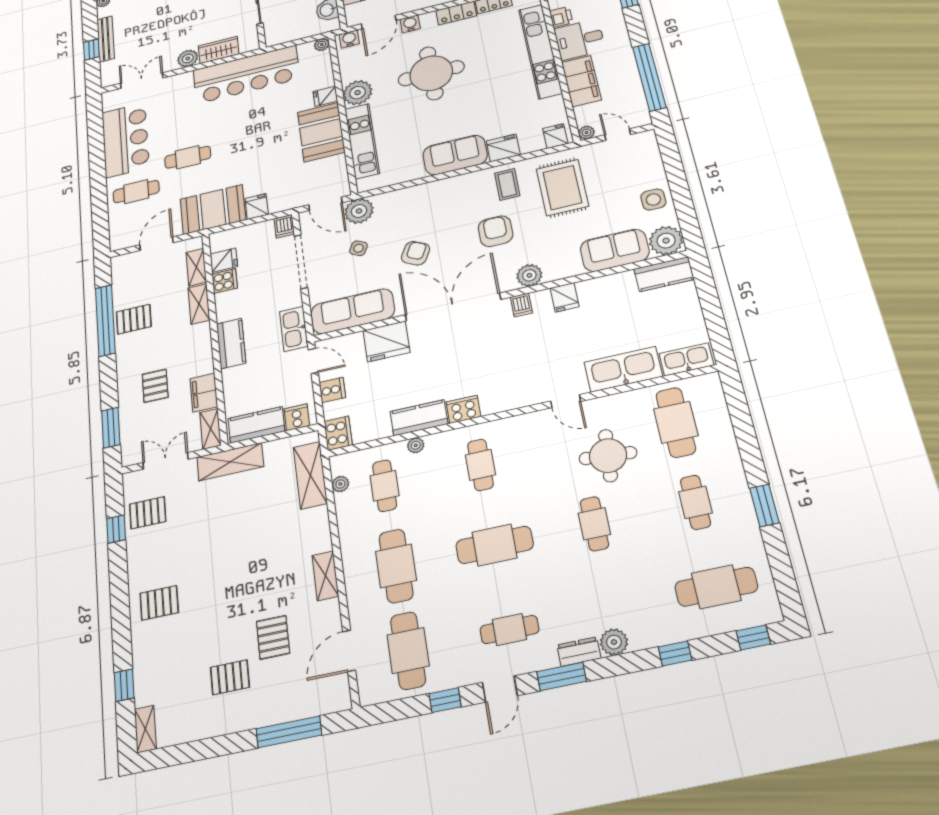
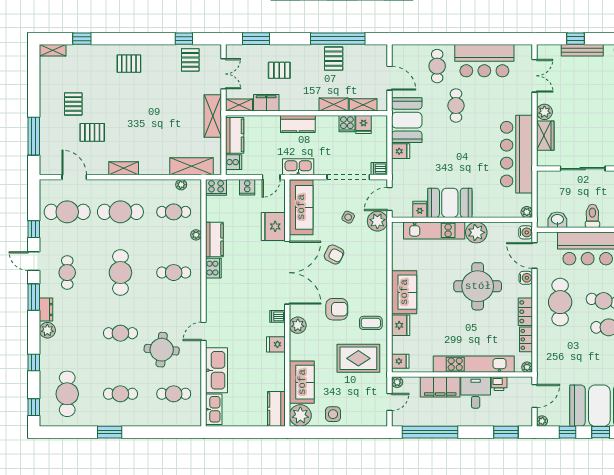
fridge: (325, 96) -> (420, 209), moved
cafe table: (676, 422) -> (174, 394), width x0.73, depth x0.74
pallet: (159, 603) -> (129, 64), turned 90

